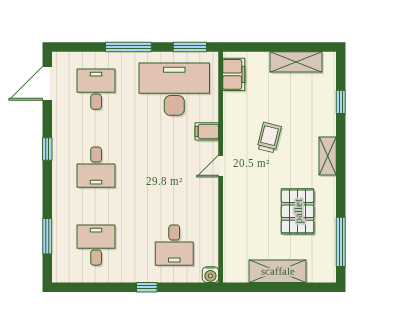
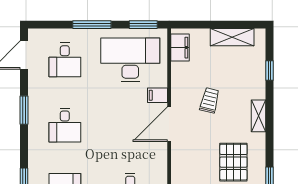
desk: (96, 89) -> (65, 60), turned 180
window: (47, 149) -> (24, 110), width x1.50
door: (221, 166) -> (169, 124), width x1.88

